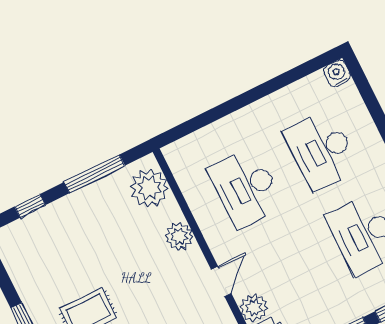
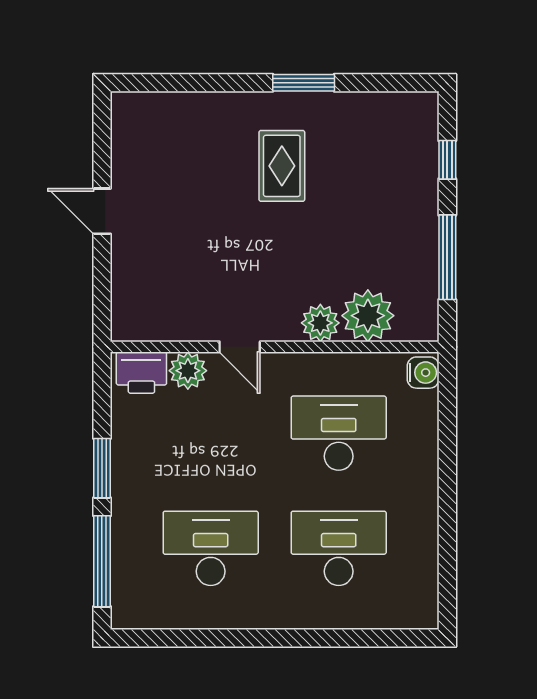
water cooler: (337, 73) -> (423, 373), moved
plant: (149, 188) -> (368, 316), moved

